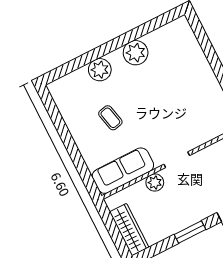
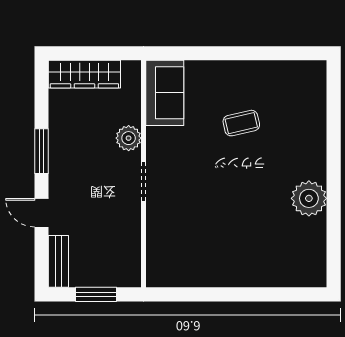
plant: (100, 70) -> (310, 141), removed
sofa: (123, 171) -> (165, 93), width x0.73

